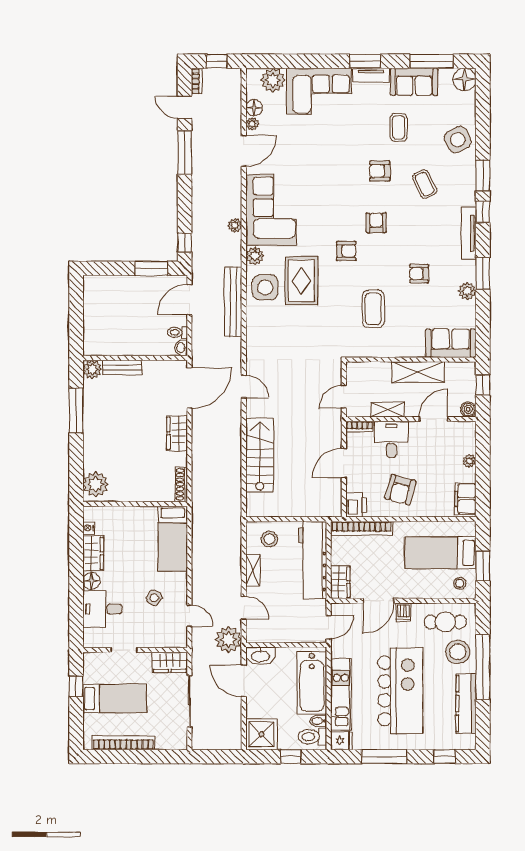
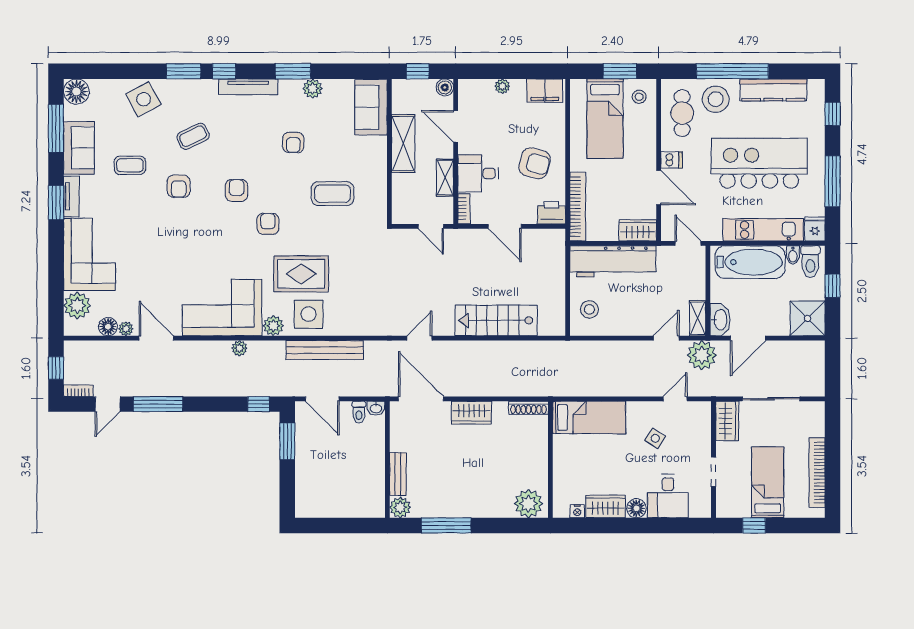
armchair: (376, 223) -> (236, 190), turned 90
shelving: (253, 571) -> (698, 318), moved, turned 90

